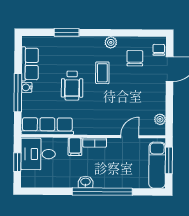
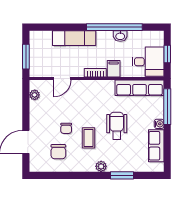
plant: (111, 42) -> (101, 166), moved
chair: (159, 50) -> (66, 128), moved
window: (18, 93) -> (167, 107), moved
exam couch: (157, 165) -> (74, 38), moved, turned 90
washbasin: (86, 182) -> (120, 36), moved
window: (102, 192) -> (114, 27), moved

